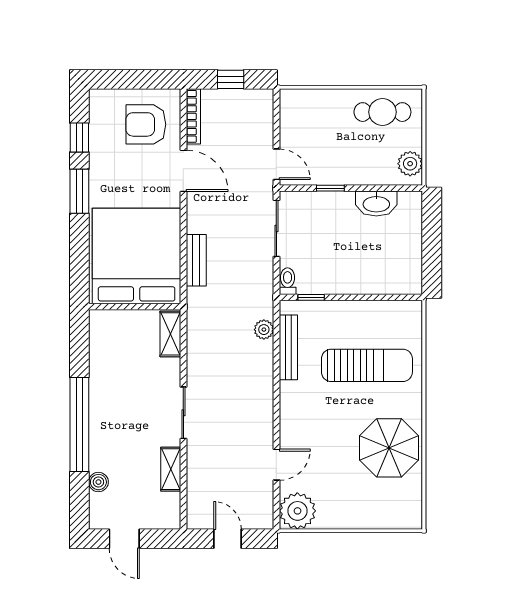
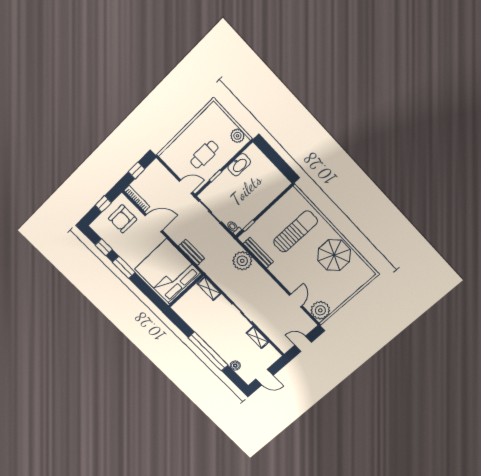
window: (139, 79) -> (103, 204), added
cafe table: (382, 112) -> (204, 155), moved
plant: (264, 330) -> (242, 261), width x1.88, depth x1.88

